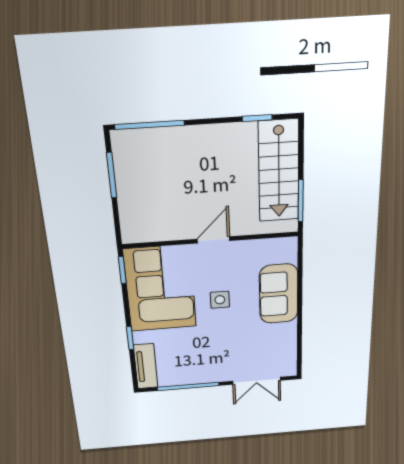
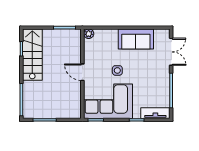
stairs: (279, 171) -> (32, 55), moved, turned -90
plant: (288, 246) -> (89, 34), added
sofa: (279, 294) -> (136, 39), moved

